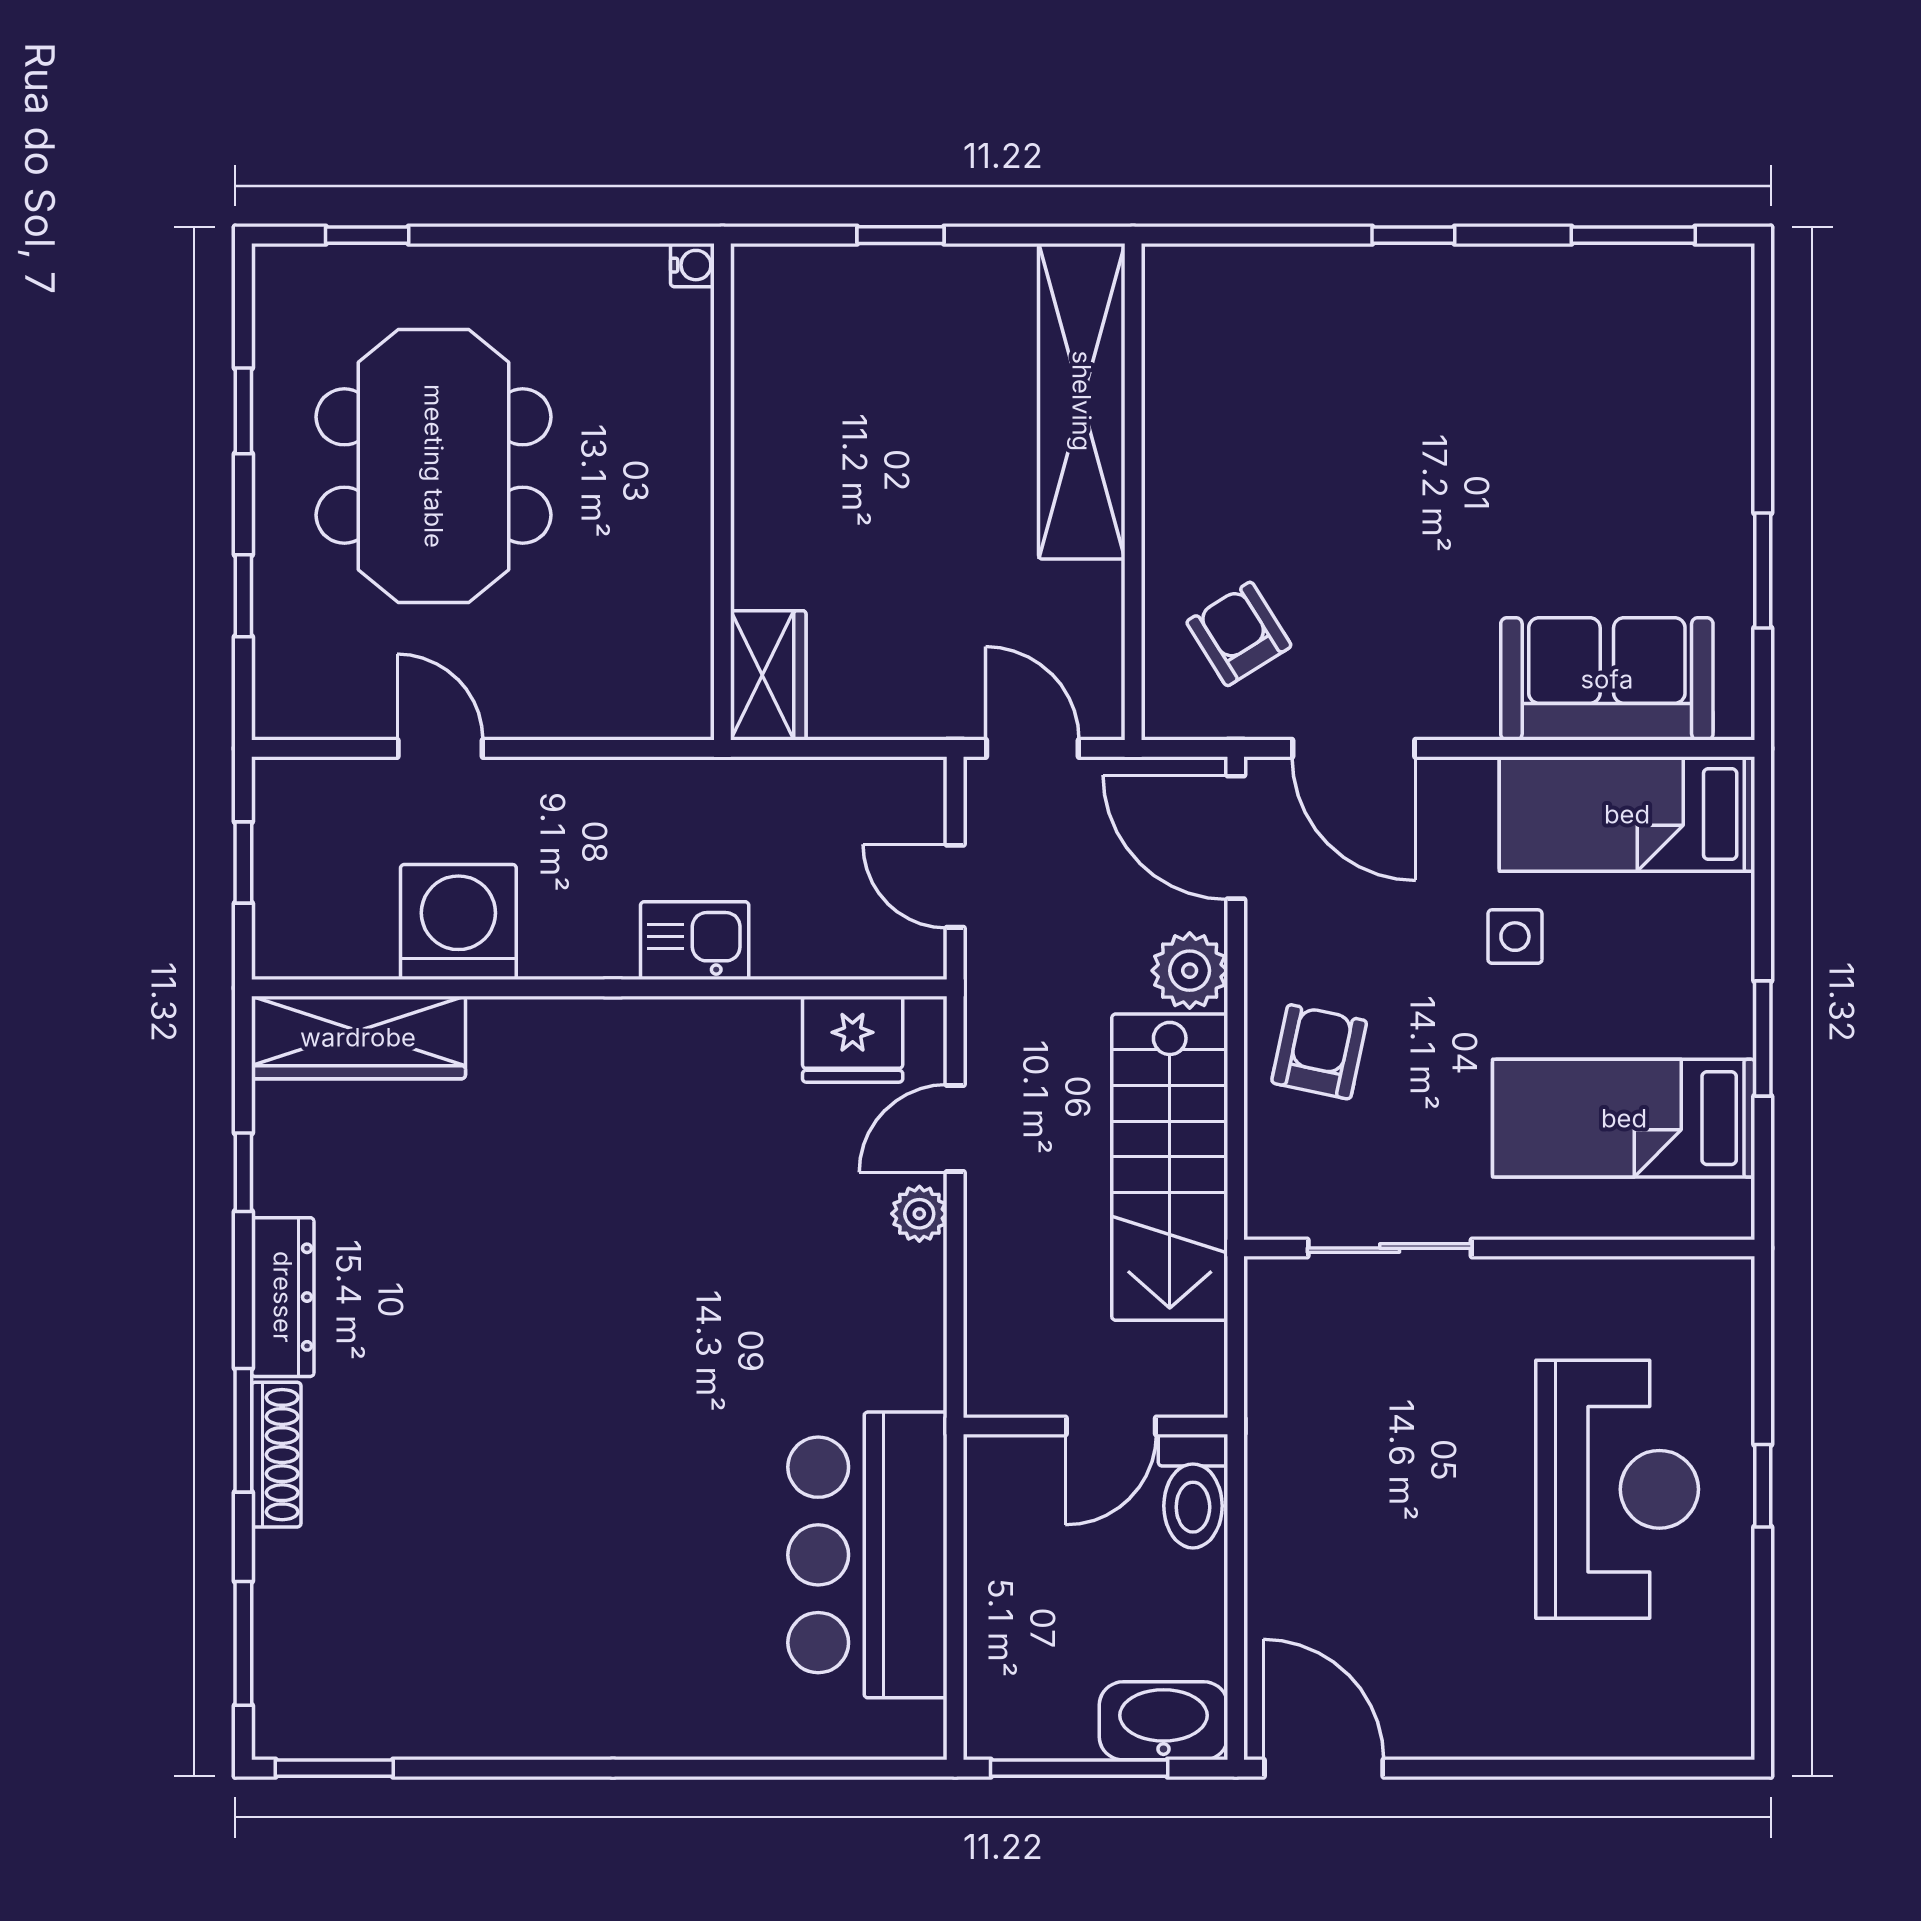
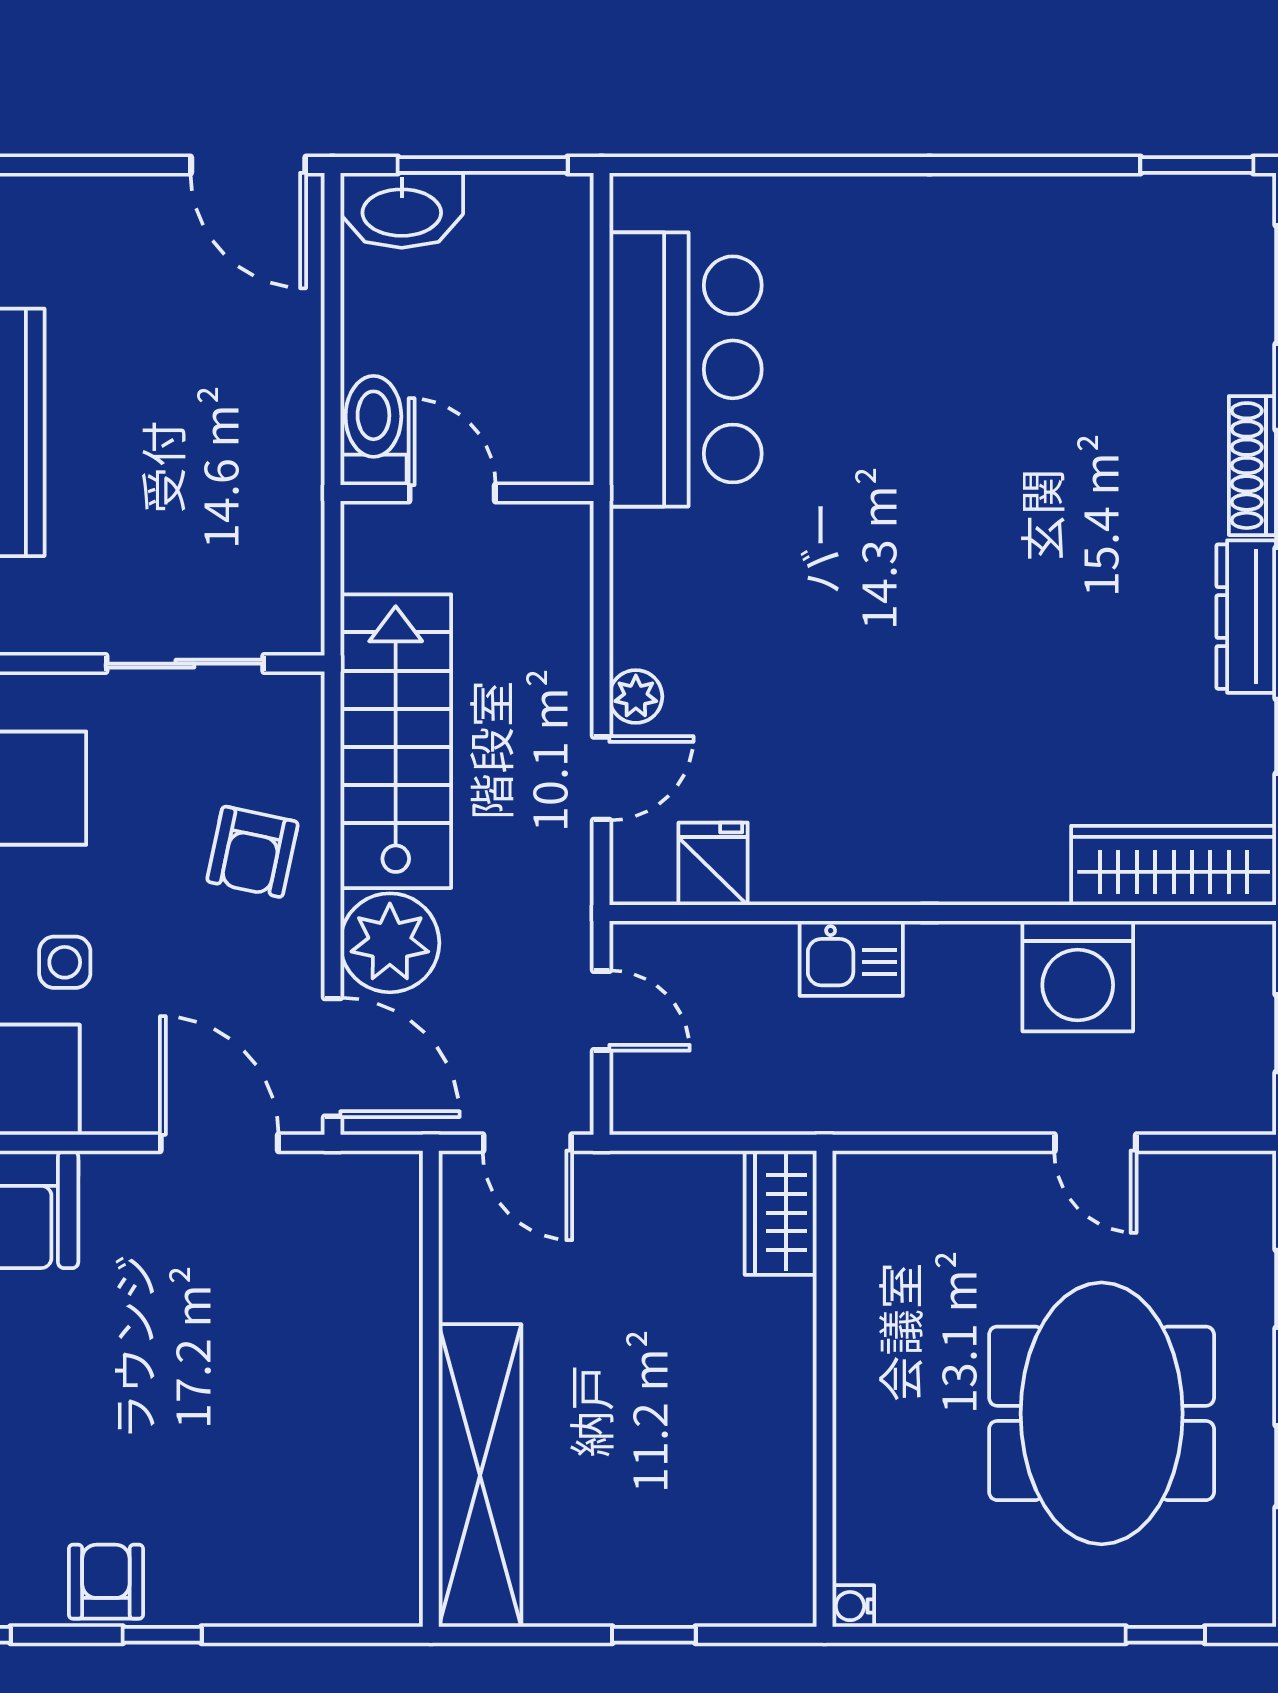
armchair: (1239, 634) -> (106, 1582), moved, turned -148
plant: (1190, 971) -> (390, 943), width x1.36, depth x1.36
fridge: (853, 1039) -> (713, 864), width x0.72
door: (1111, 1426) -> (452, 493), hinge flipped

